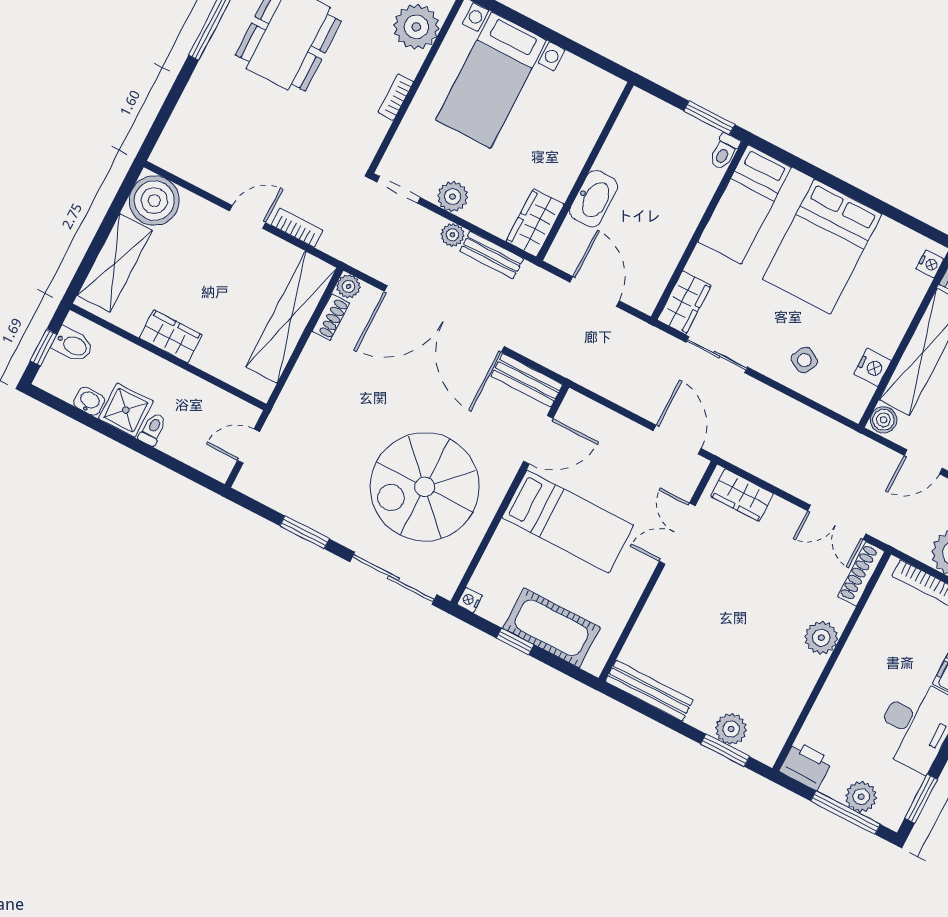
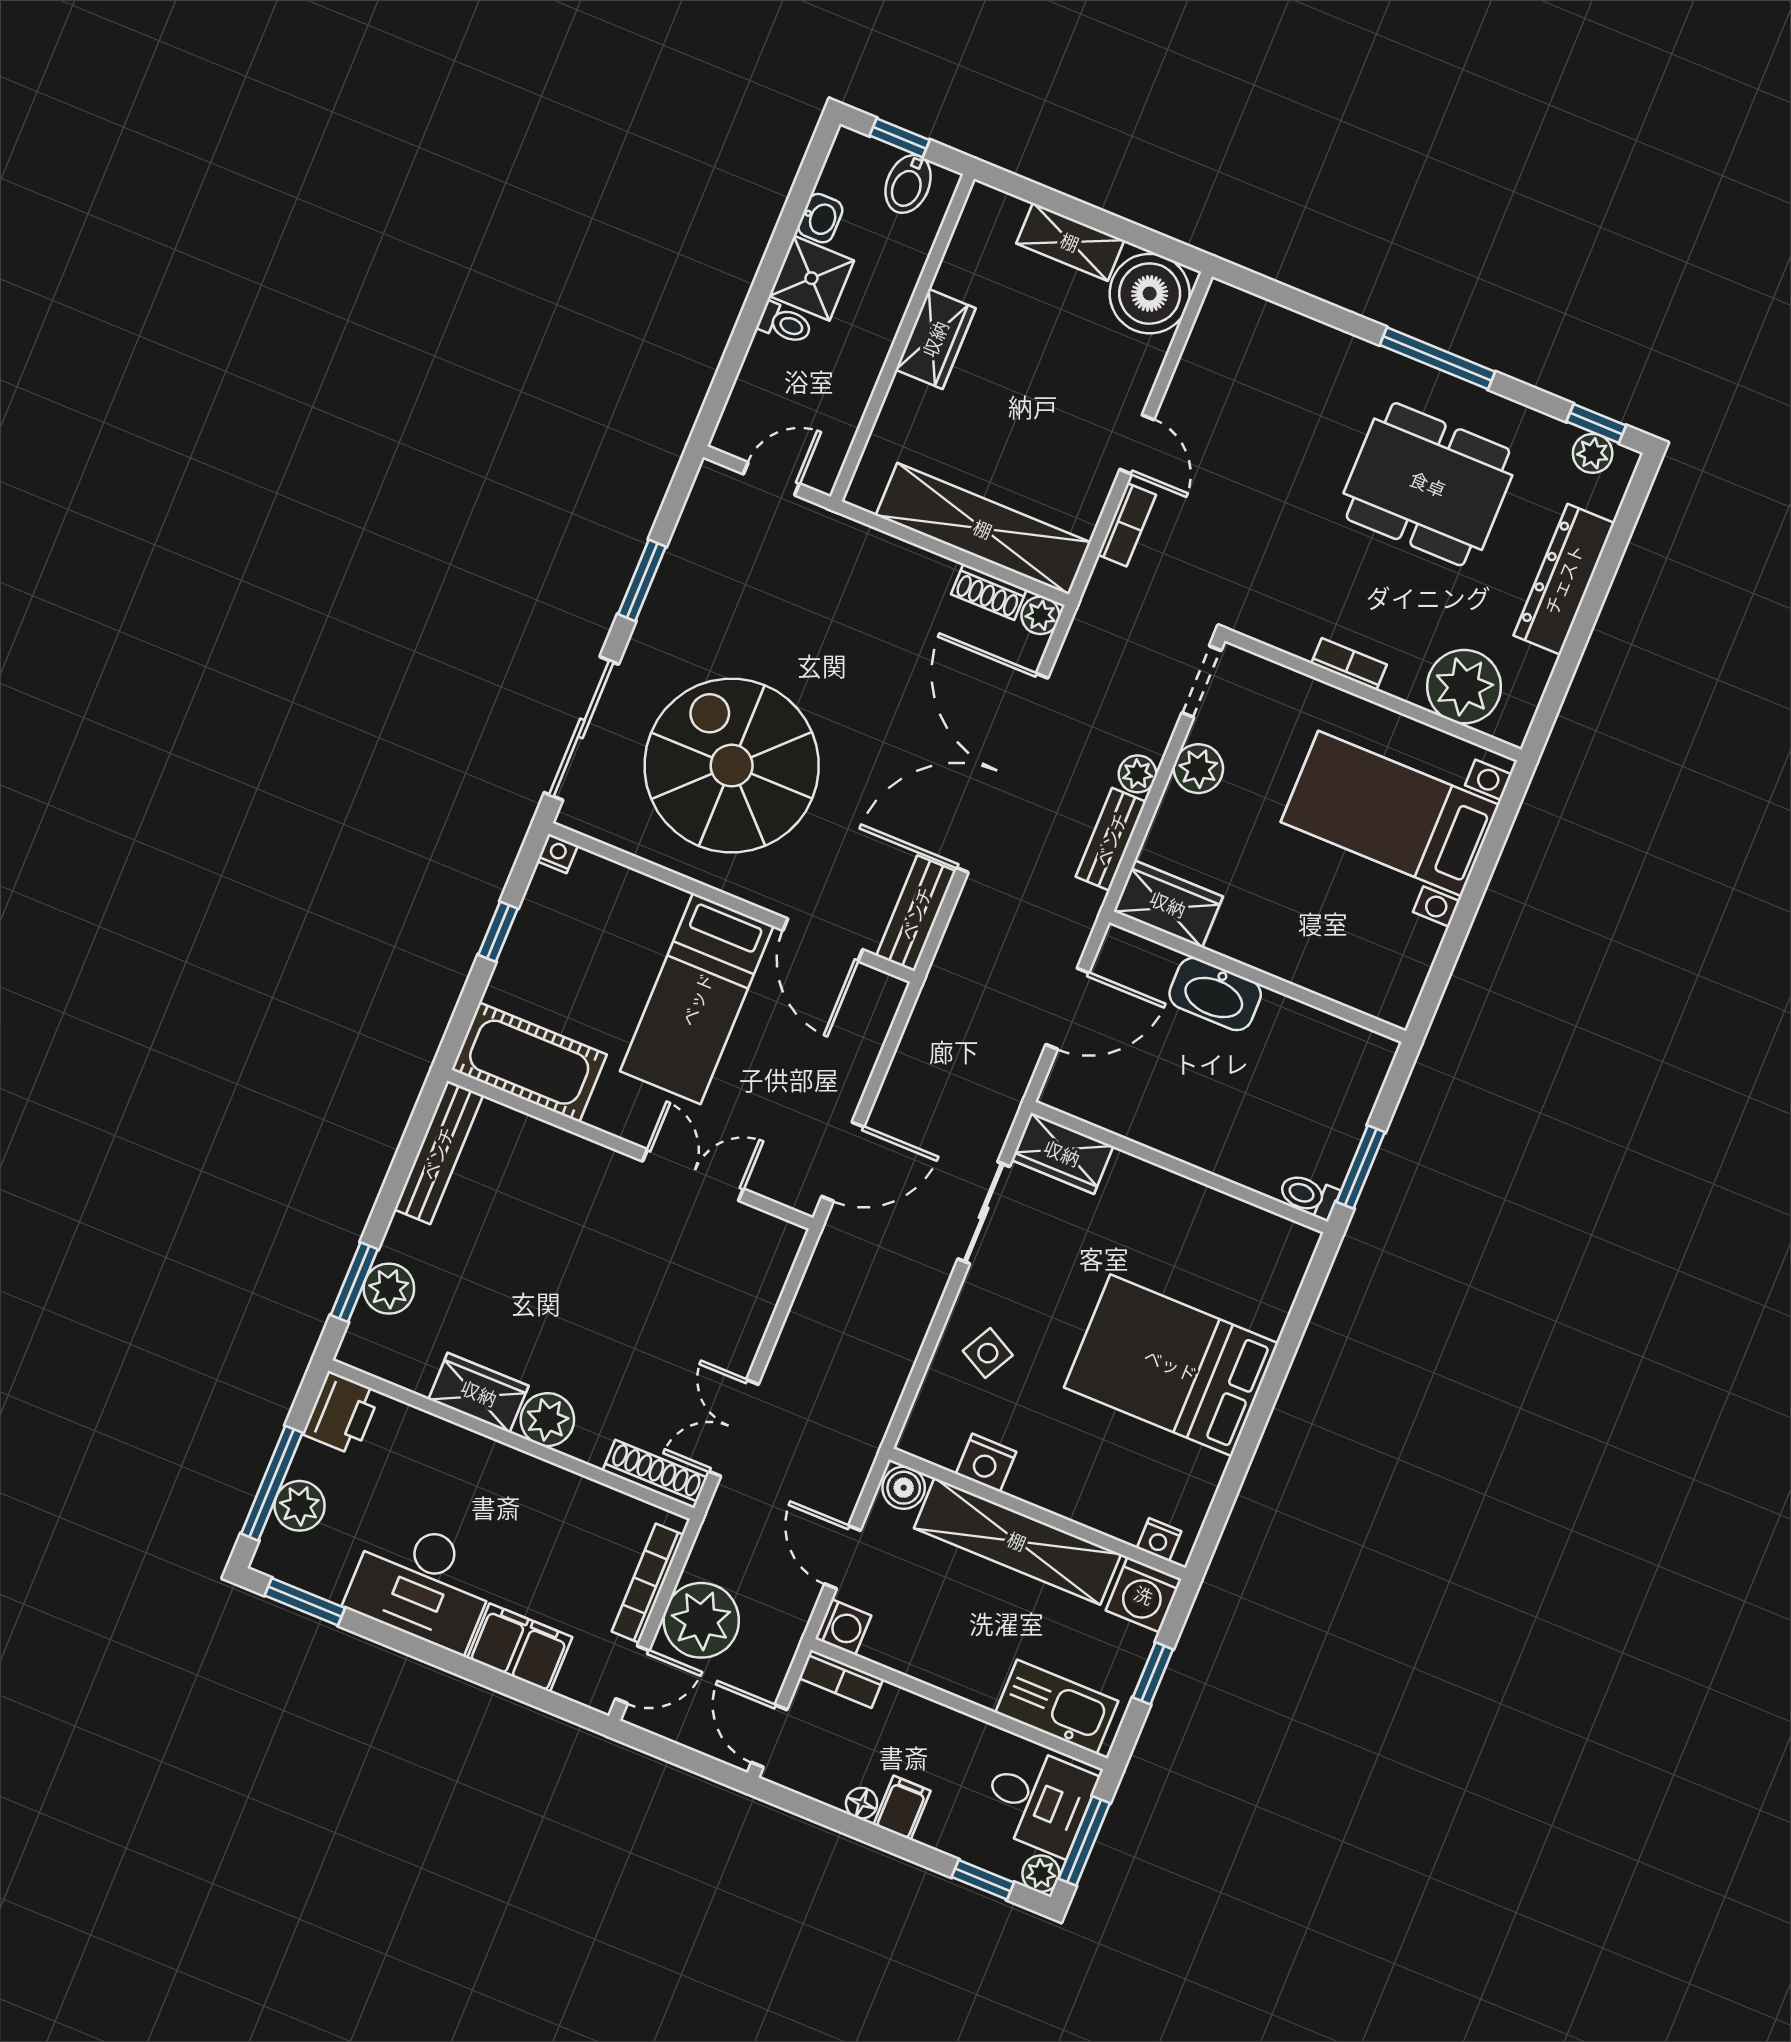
bed: (745, 204) -> (1228, 1236), removed
shelving: (115, 263) -> (1070, 242), width x0.67, depth x0.75
door: (248, 446) -> (771, 479), hinge flipped
wardrobe: (742, 495) -> (479, 1393), moved, turned 90
cot: (552, 628) -> (529, 1062), moved, turned 90

